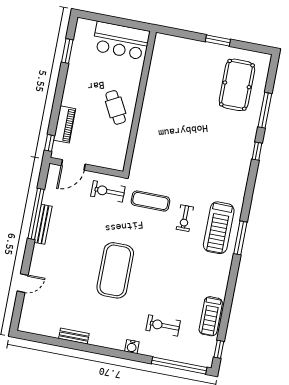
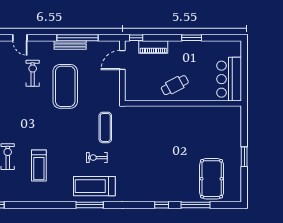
window: (67, 51) -> (192, 38), moved
pool table: (237, 85) -> (212, 179), turned 90
door: (73, 165) -> (122, 60), hinge flipped
exercise bike: (108, 191) -> (33, 73), moved
exercise mat: (115, 270) -> (65, 86), moved, turned 90
treadmill: (211, 316) -> (39, 166), moved, turned -90

